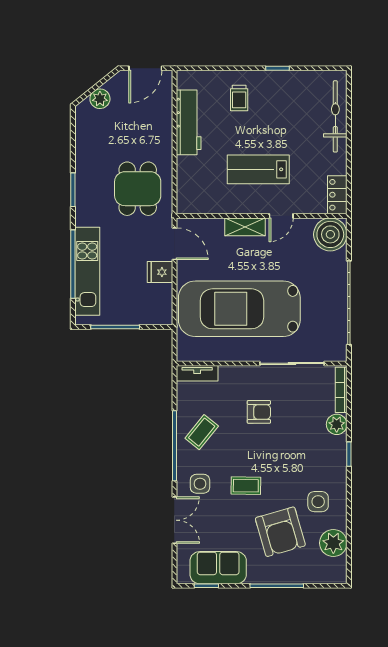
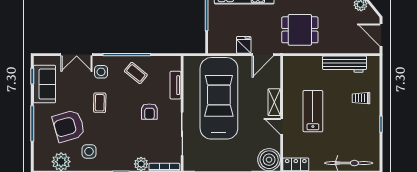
tv unit: (197, 373) -> (175, 85), moved

